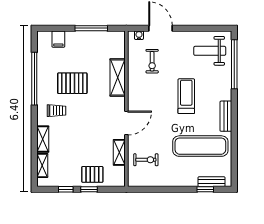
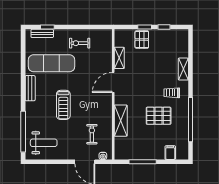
exercise bike: (146, 160) -> (80, 43), moved
shelving: (42, 165) -> (184, 47), removed
pallet: (92, 174) -> (142, 39), turned 90

